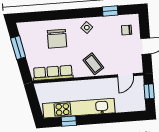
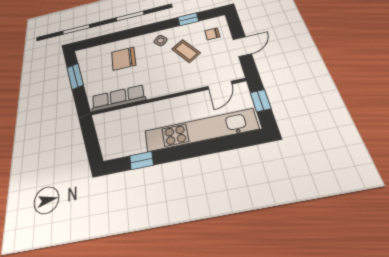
chair: (57, 39) -> (124, 59), turned 90
coffee table: (93, 64) -> (186, 51), moved
kitchen unit: (79, 108) -> (200, 130), moved

